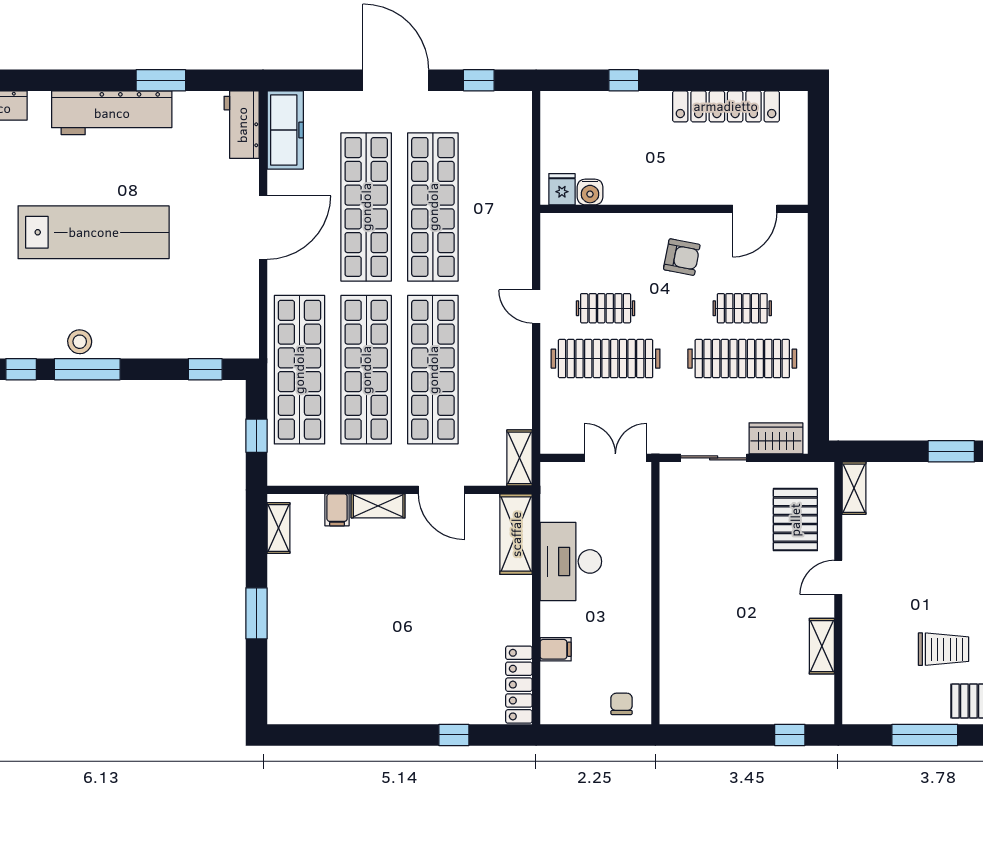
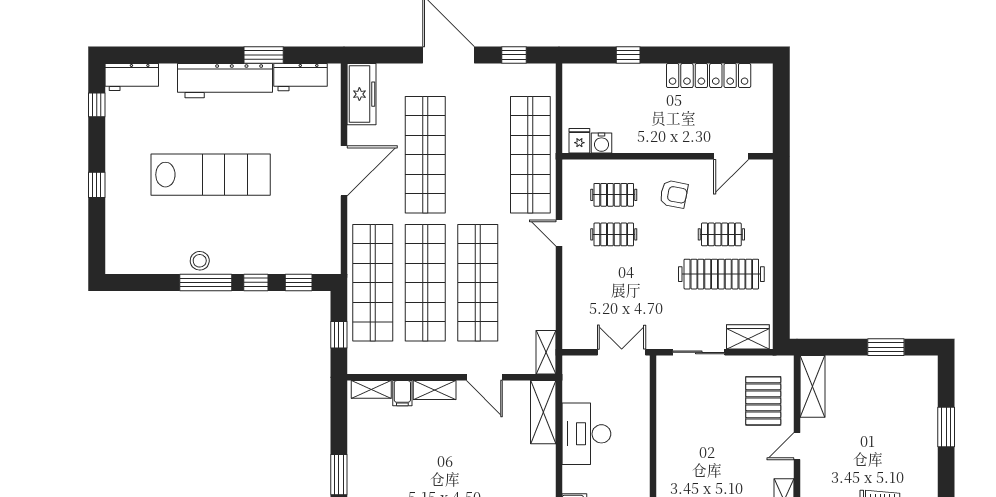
workbench: (242, 125) -> (301, 77), moved, turned -90
shop shelf: (433, 207) -> (530, 155), moved
clothes rail: (606, 359) -> (614, 195), moved, width x0.54, depth x0.76
window: (21, 369) -> (256, 282), moved
shelving: (854, 488) -> (812, 386), width x1.50, depth x1.33
shelving: (278, 528) -> (371, 389), moved, turned 90

